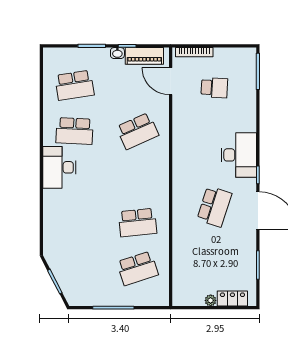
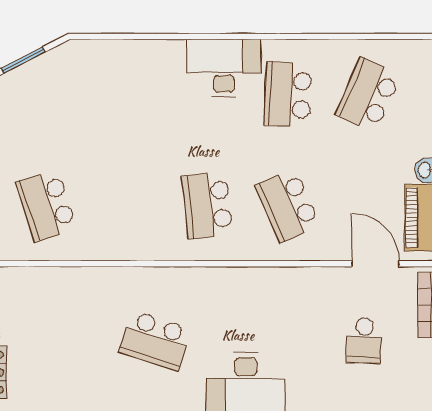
door: (171, 81) -> (375, 264), hinge flipped
school desk: (74, 85) -> (368, 95), turned 33
school desk: (138, 223) -> (207, 206), moved

